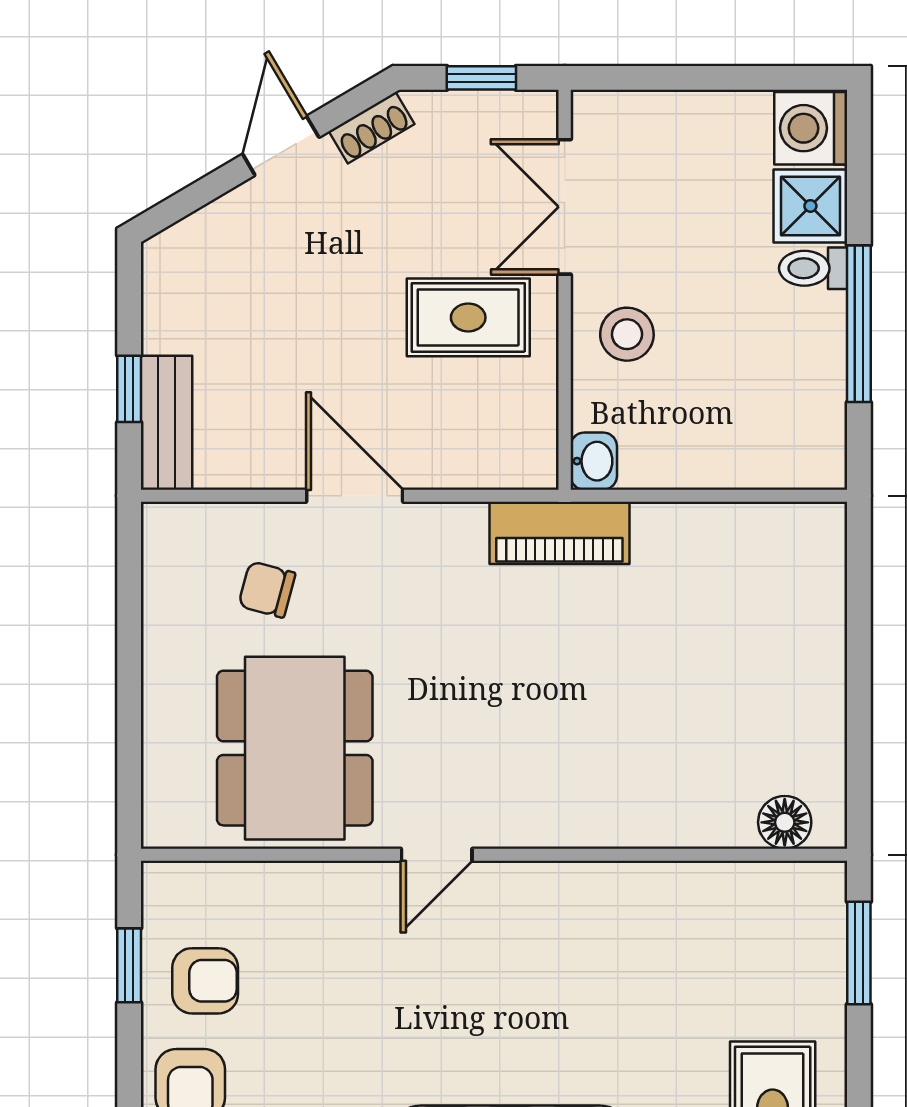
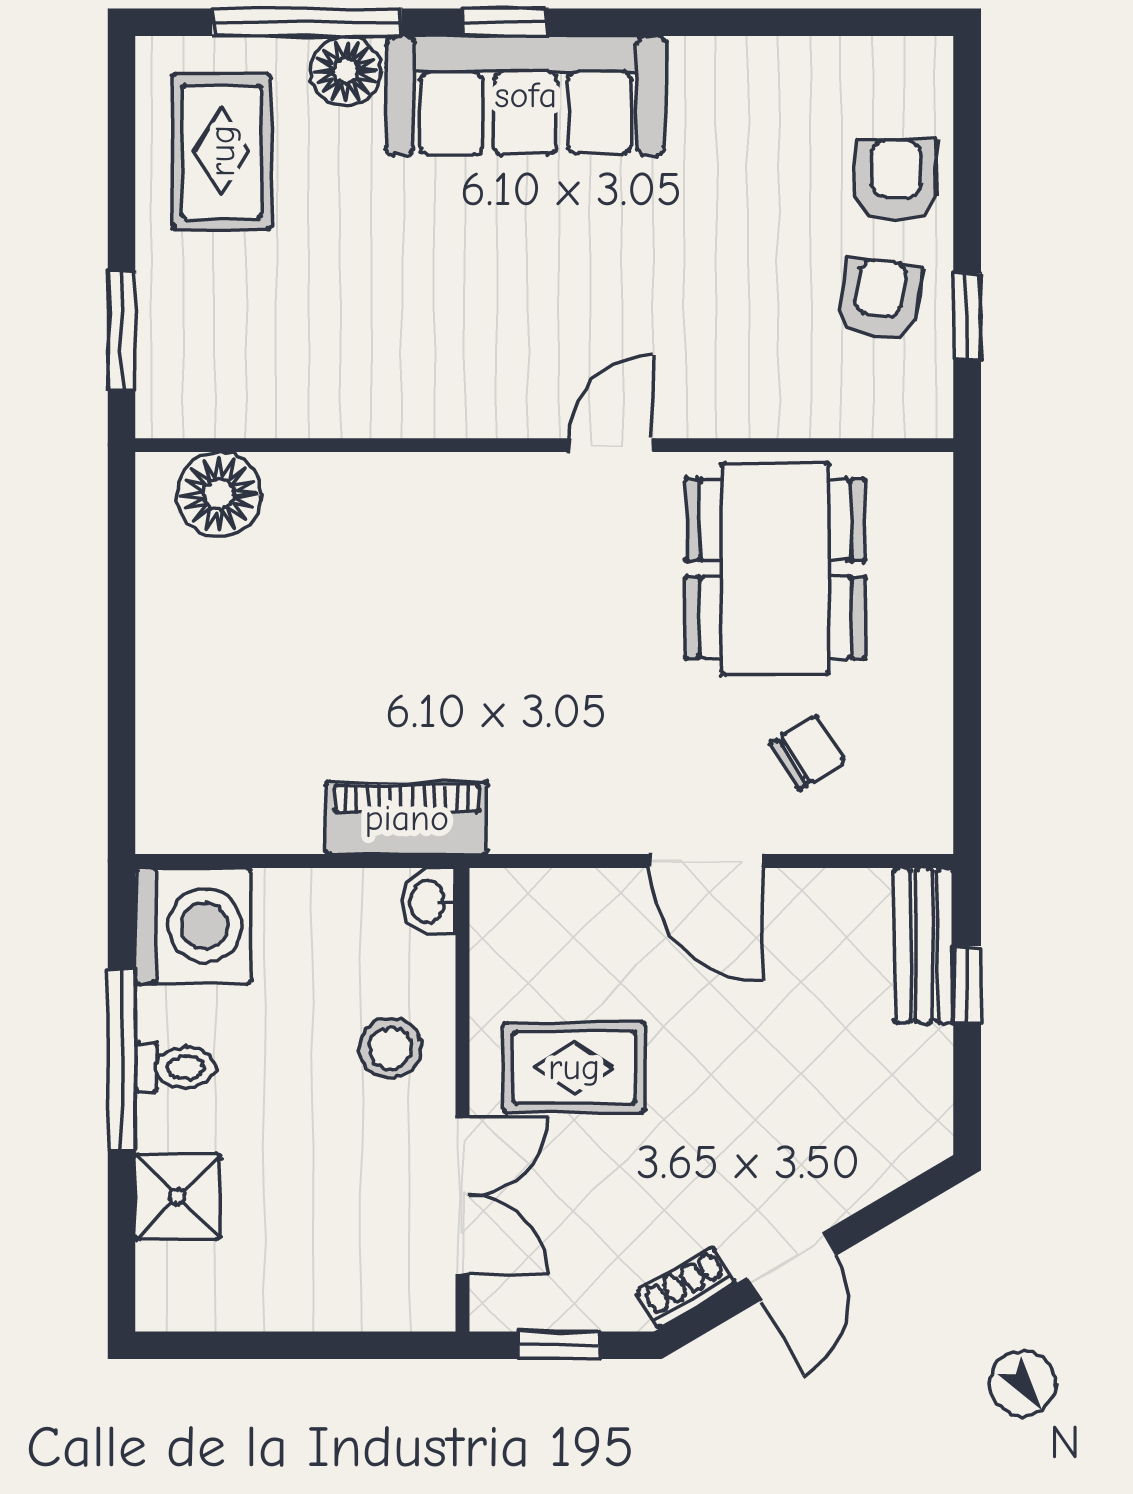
washing machine: (811, 128) -> (193, 926), moved, width x1.37, depth x1.37
toilet: (813, 268) -> (175, 1068), moved
piano: (559, 533) -> (407, 818), moved
chair: (267, 589) -> (807, 752), turned -47
floor lamp: (785, 822) -> (219, 494), width x1.38, depth x1.38
armchair: (205, 981) -> (879, 299), turned 99

